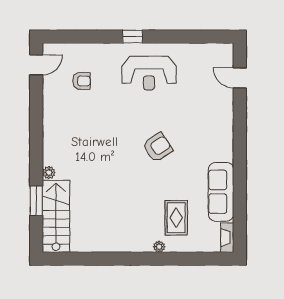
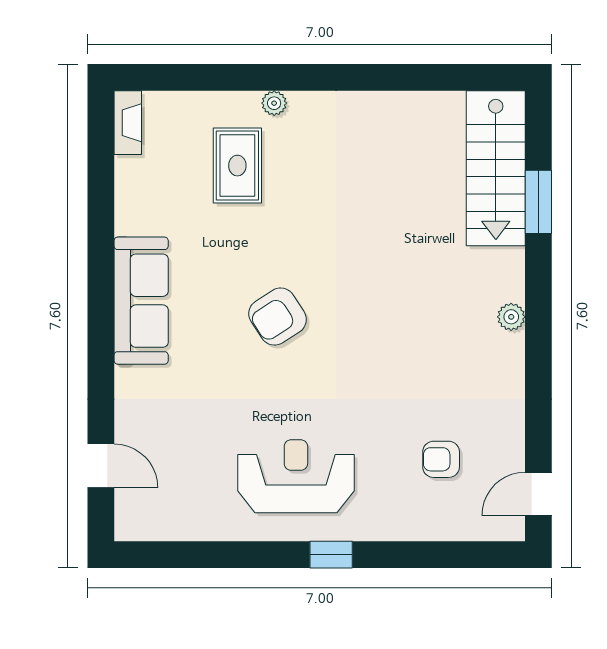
plant: (49, 173) -> (511, 317), moved
sofa: (221, 192) -> (141, 301), moved

